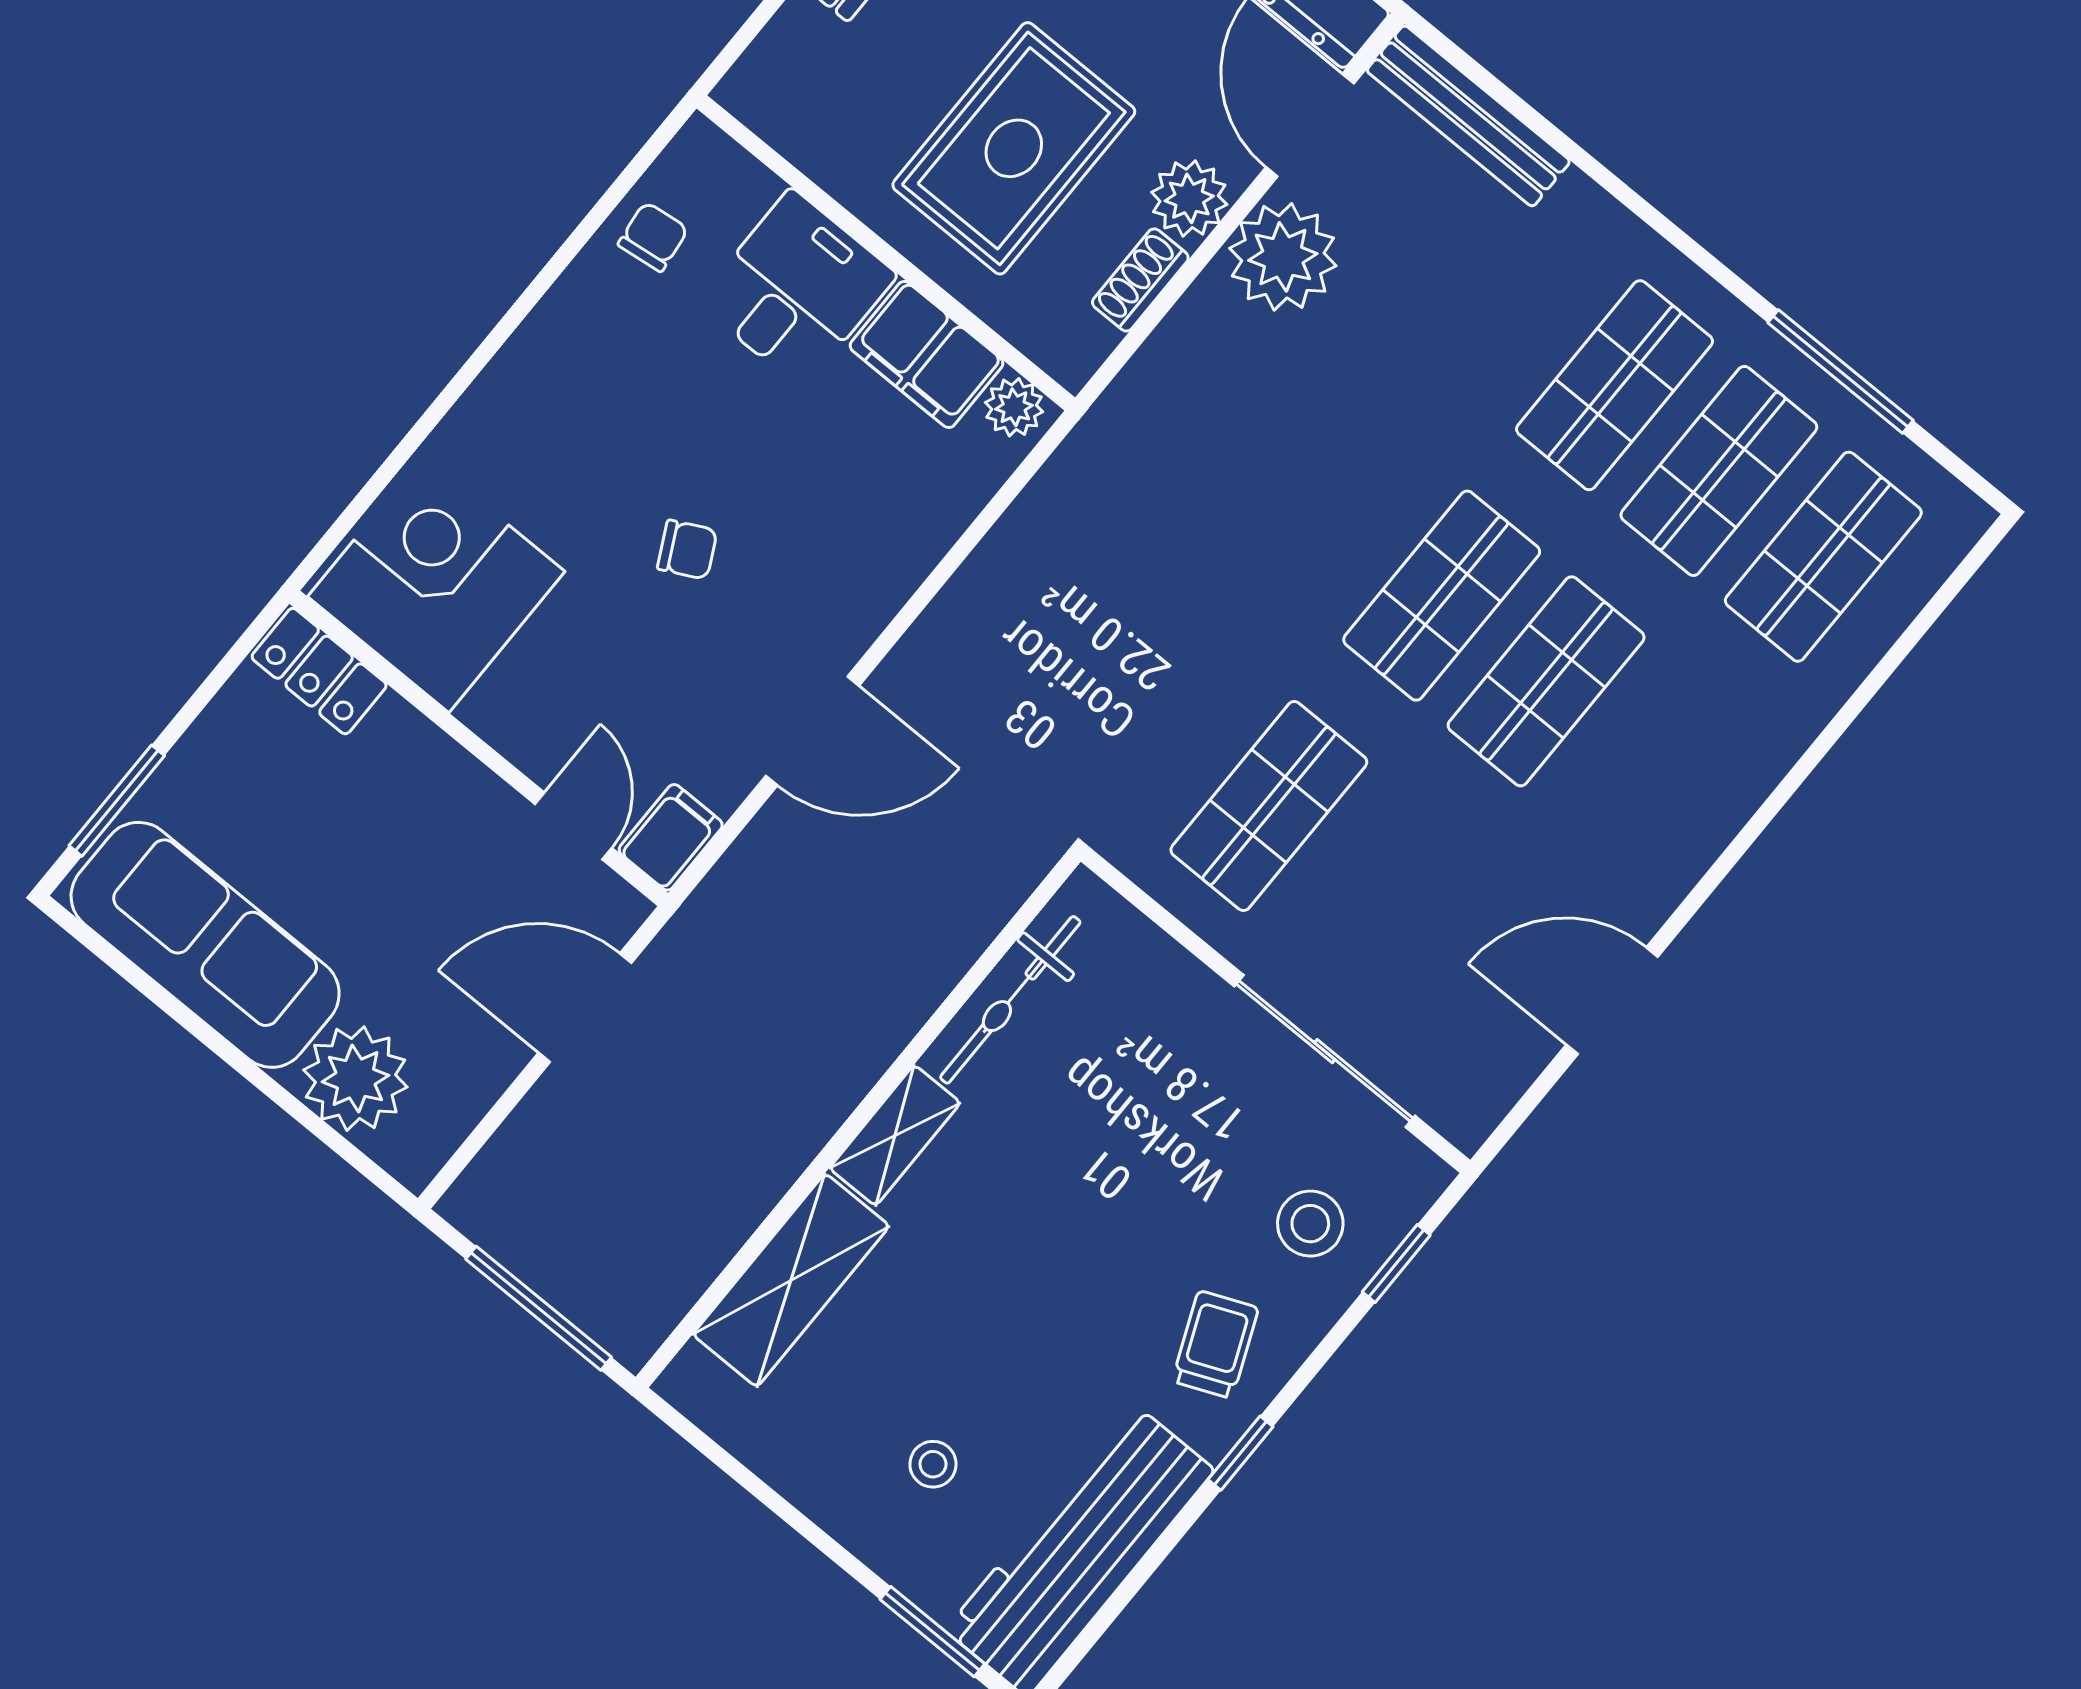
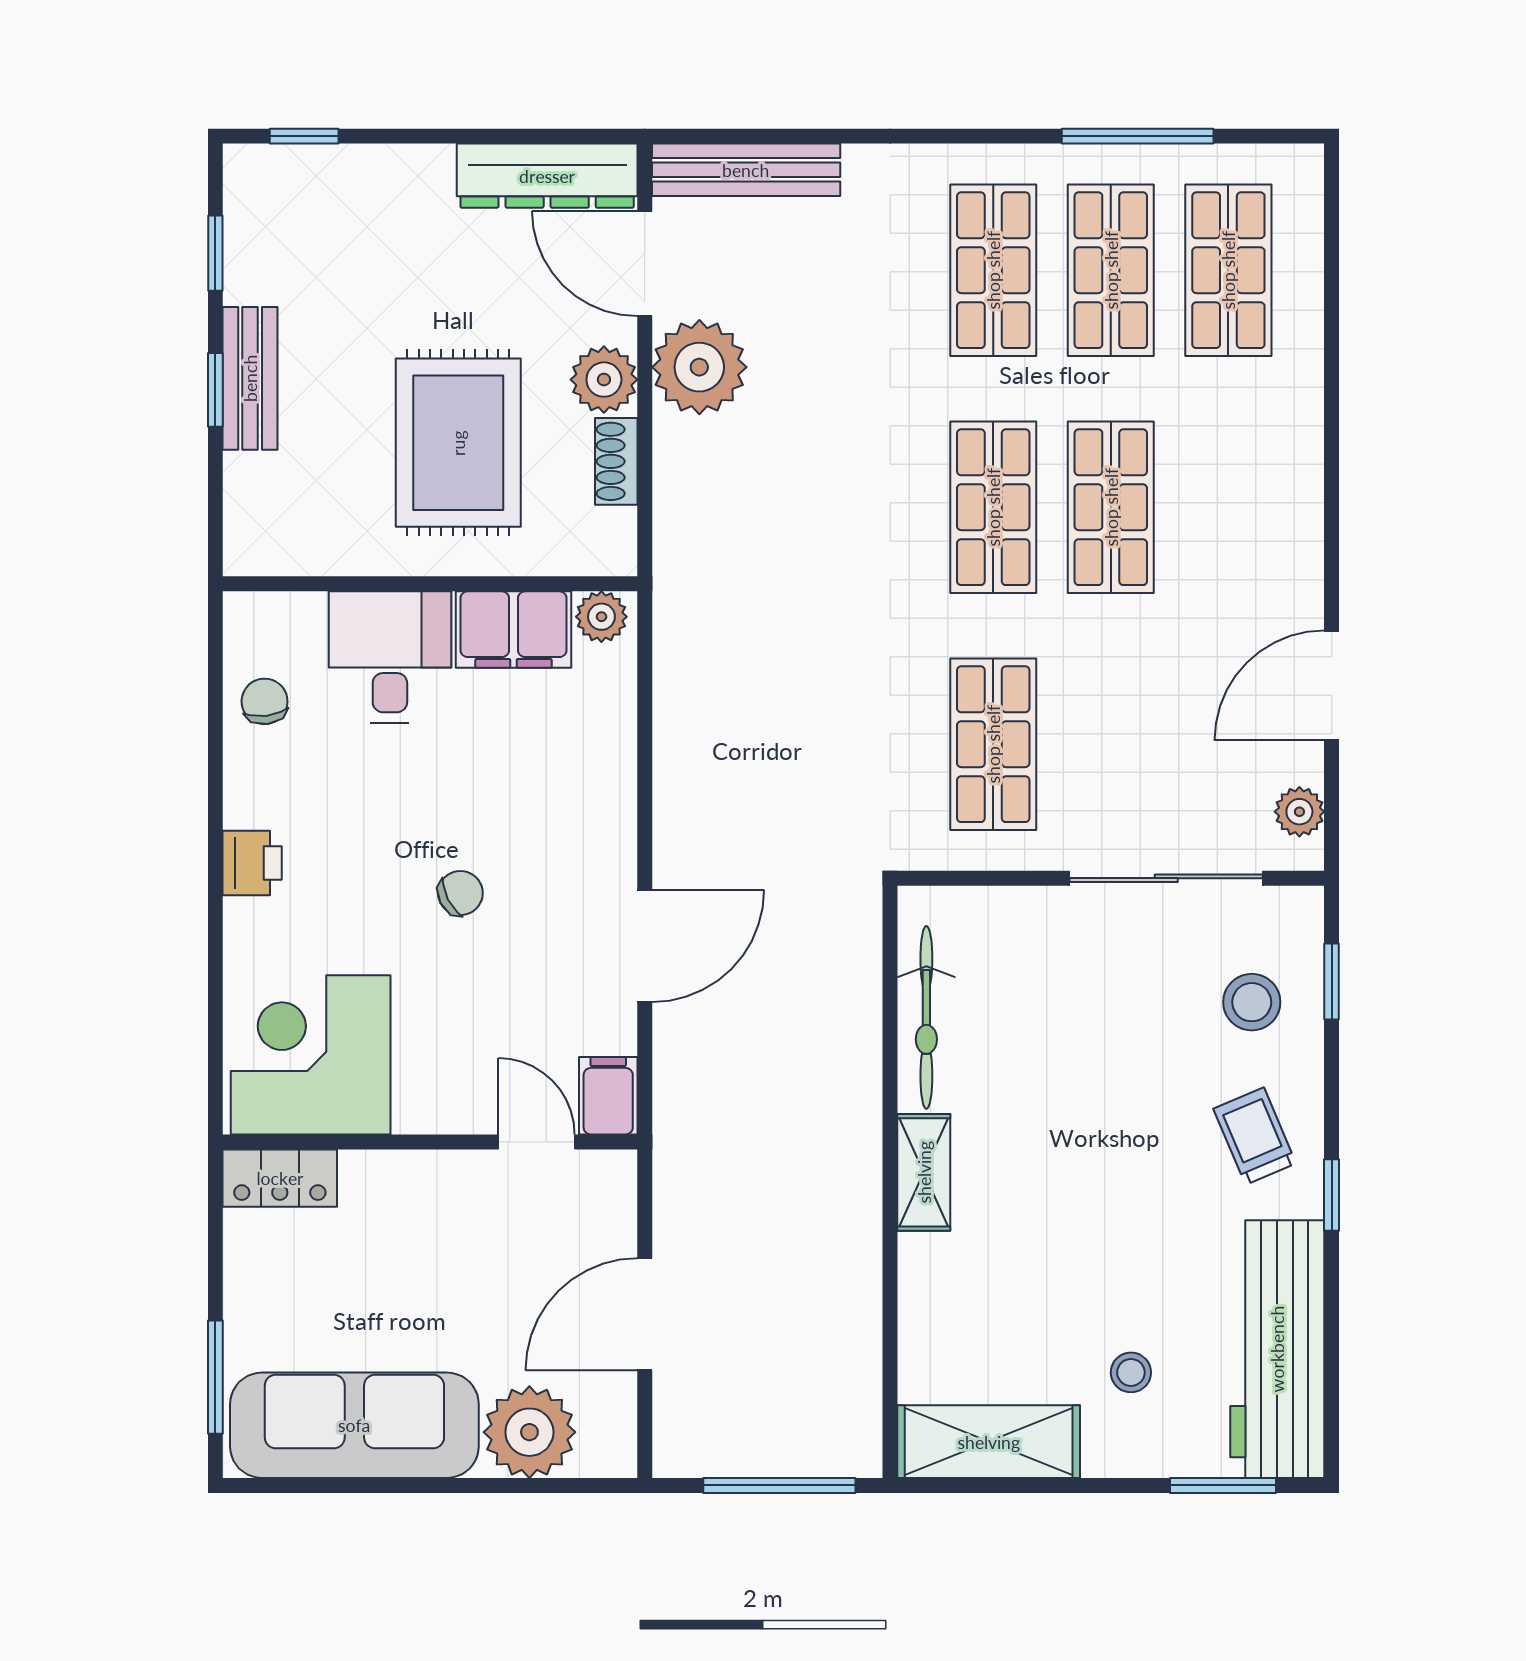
printer: (524, 371) -> (252, 863), added
door: (585, 1008) -> (645, 1314), moved
plant: (1491, 1089) -> (1299, 812), added
shelving: (791, 1280) -> (989, 1442), moved, turned 90

